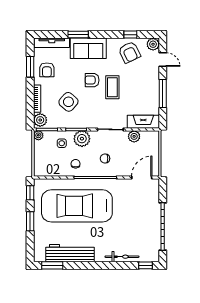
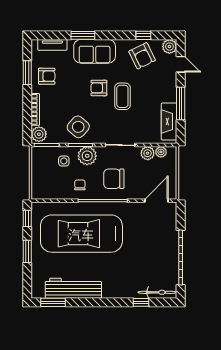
tv unit: (52, 43) -> (52, 45), width x0.71
armchair: (47, 70) -> (47, 76), turned -90
side table: (68, 102) -> (78, 127), moved
fireplace: (143, 122) -> (169, 121), moved, turned -90
plant: (38, 135) -> (161, 152), moved
chair: (105, 158) -> (114, 179), width x1.87, depth x1.87
bicycle: (122, 257) -> (157, 292), moved
window: (145, 265) -> (141, 302), moved

